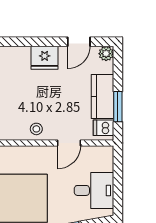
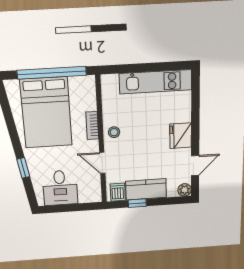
door: (79, 42) -> (195, 166), swing flipped
window: (118, 107) -> (137, 203), width x0.67
bookcase: (28, 152) -> (92, 126), added

